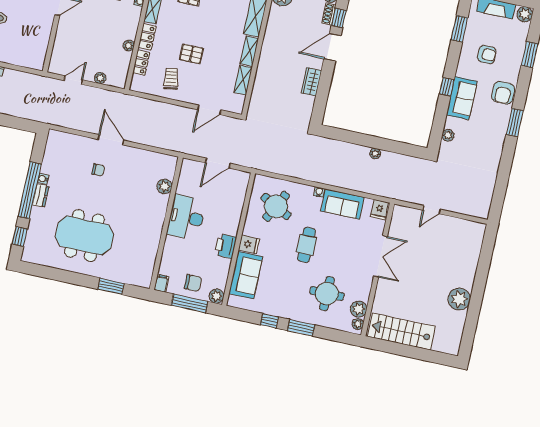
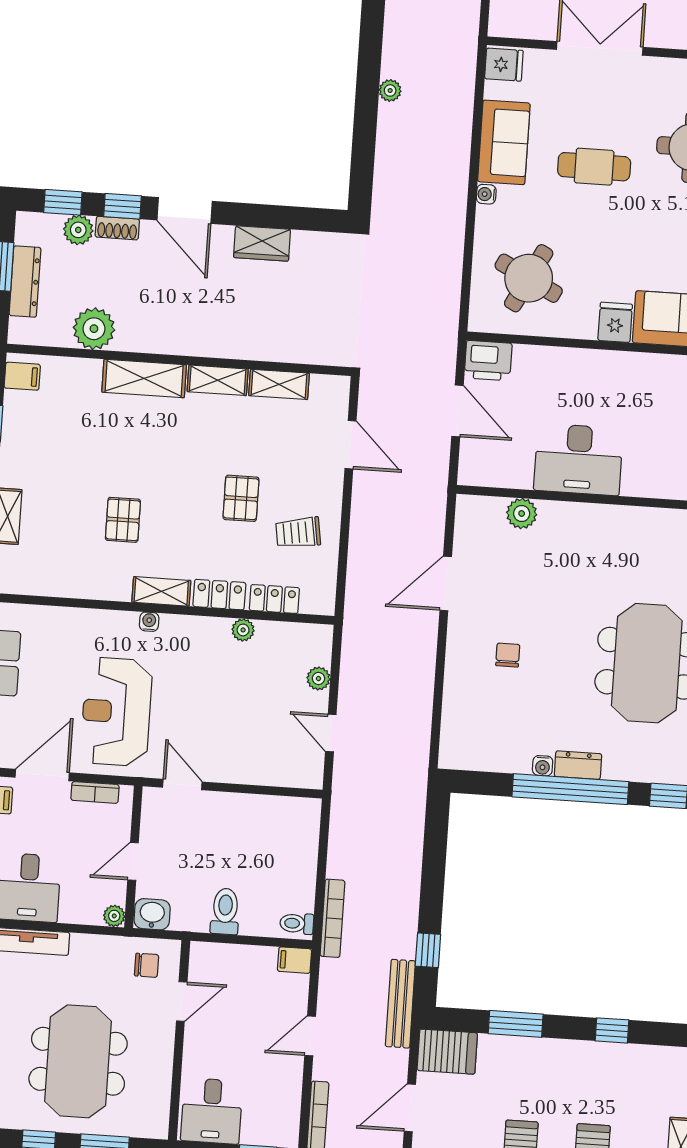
door: (111, 140) -> (446, 583), moved
cafe table: (307, 245) -> (594, 167), moved
printer: (226, 246) -> (488, 361), moved

